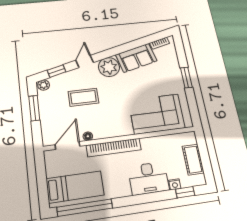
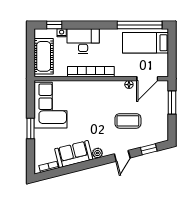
plant: (109, 67) -> (97, 153), width x0.53, depth x0.53
plant: (44, 85) -> (162, 137), removed
window: (34, 108) -> (172, 103), moved
corner sofa: (157, 114) -> (51, 105), moved, turned -90
bookcase: (114, 147) -> (91, 72), moved
cot: (193, 160) -> (44, 56), width x1.37, depth x1.34

